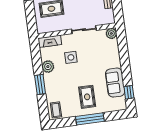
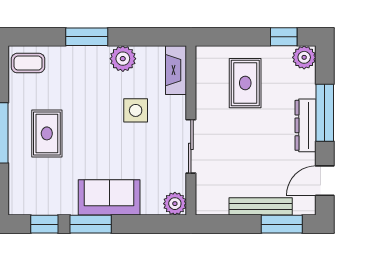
window: (126, 71) -> (91, 224), added
sofa: (115, 83) -> (109, 197), moved
rug: (87, 97) -> (47, 133), turned 90

